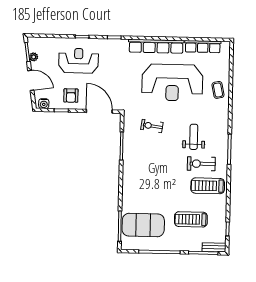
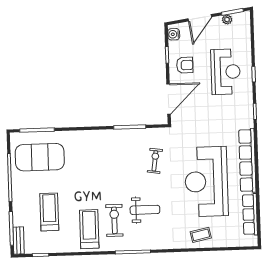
armchair: (71, 96) -> (185, 65), turned 180
exercise mat: (143, 225) -> (40, 157), turned 90

